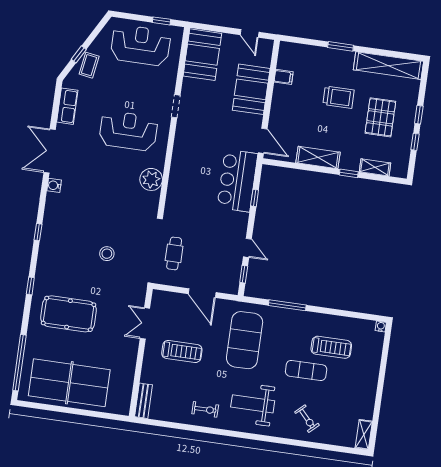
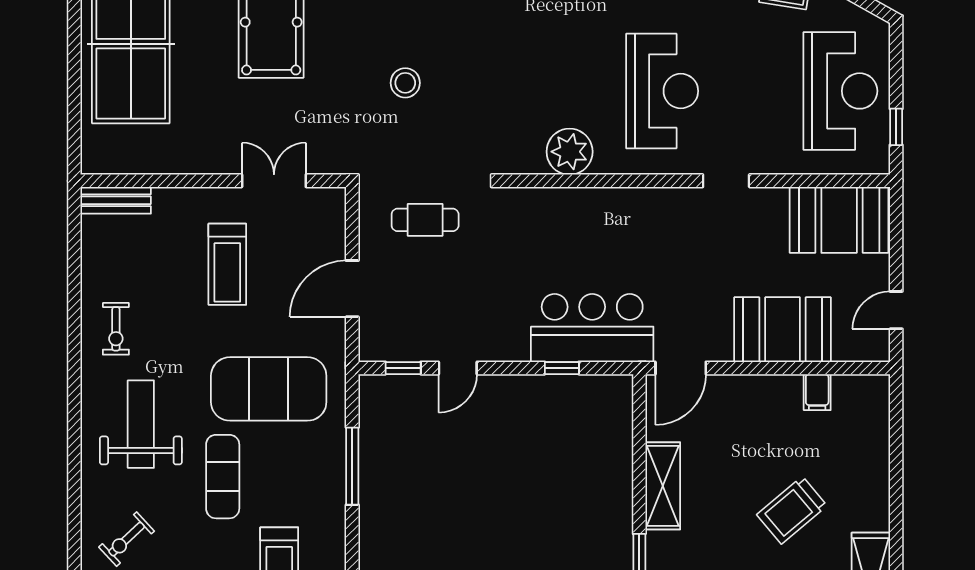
window: (341, 46) -> (896, 500), removed
trolley: (338, 97) -> (792, 510), turned 50
exercise mat: (306, 370) -> (223, 477), moved

